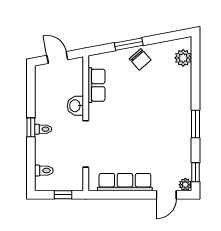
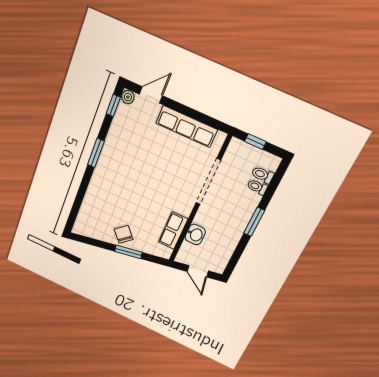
plant: (183, 58) -> (85, 217), removed
washbasin: (75, 106) -> (195, 235), moved
window: (31, 127) -> (254, 222), width x1.50
toilet: (43, 129) -> (257, 187), moved

